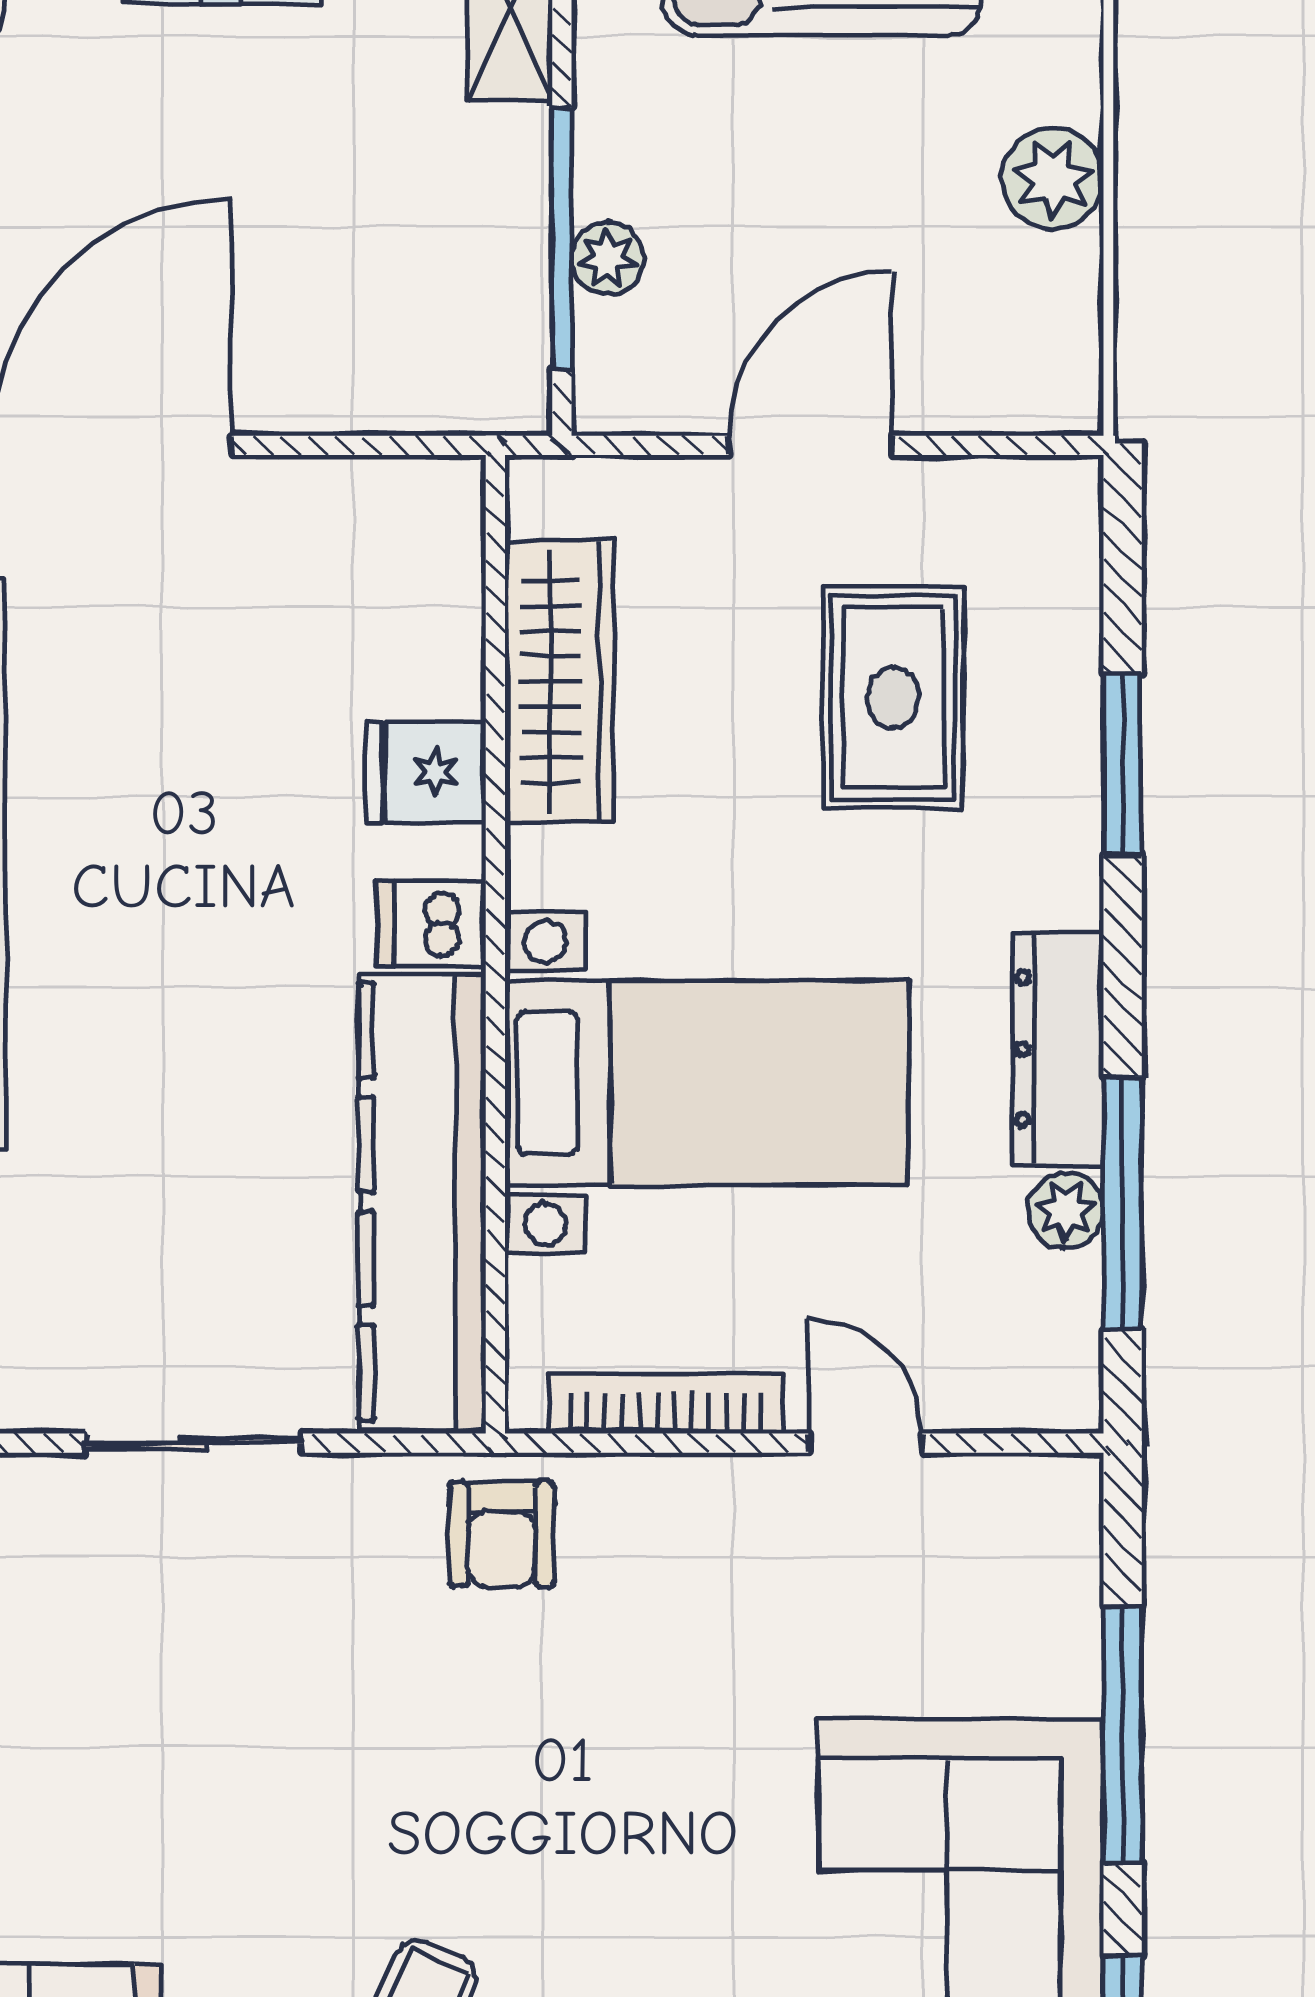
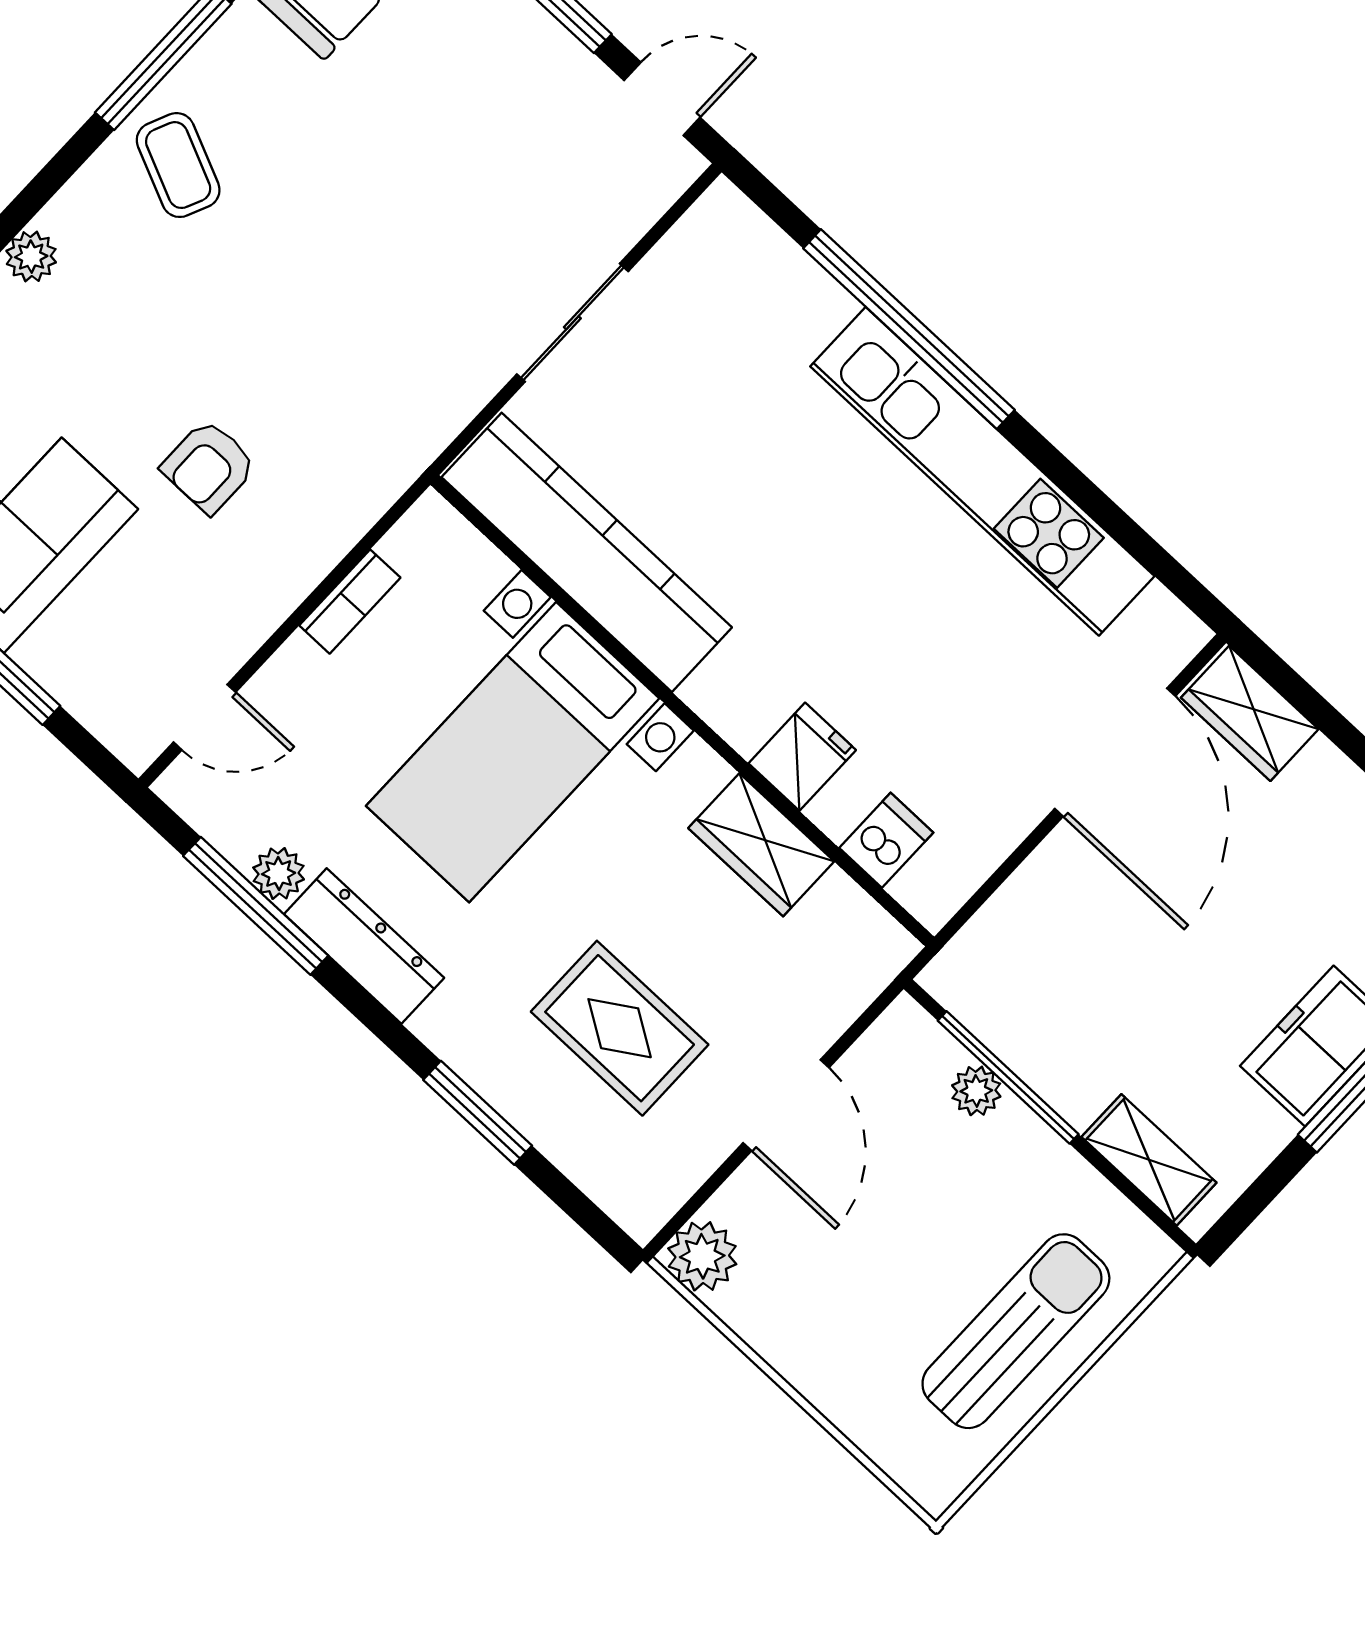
plant: (1053, 178) -> (702, 1256), moved
wardrobe: (559, 682) -> (761, 845), width x0.67
dishwasher: (431, 924) -> (886, 840), moved
bookcase: (666, 1404) -> (350, 602), width x0.64
door: (865, 1443) -> (205, 717), moved
armchair: (502, 1534) -> (209, 466), moved, turned -90

